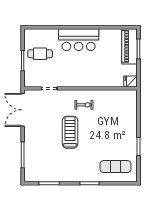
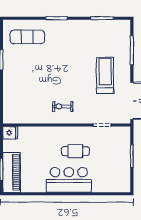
cafe table: (40, 54) -> (75, 151), moved
treadmill: (70, 132) -> (105, 75), moved, turned 180

